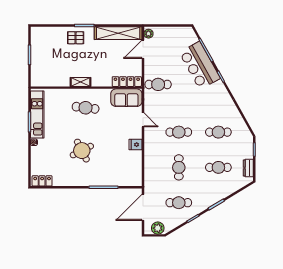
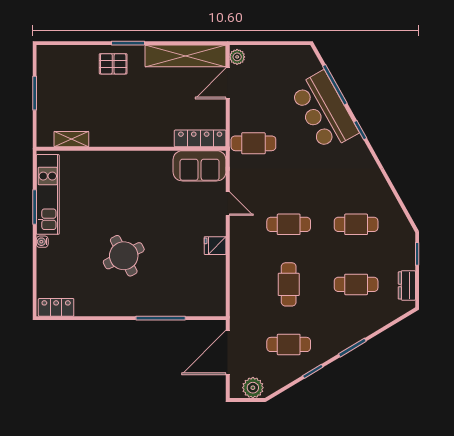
shelving: (80, 82) -> (71, 139), moved
cafe table: (86, 108) -> (130, 183), removed

